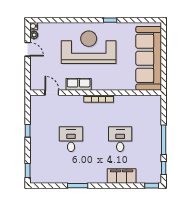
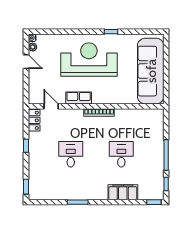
locker: (35, 106) -> (34, 120), added

